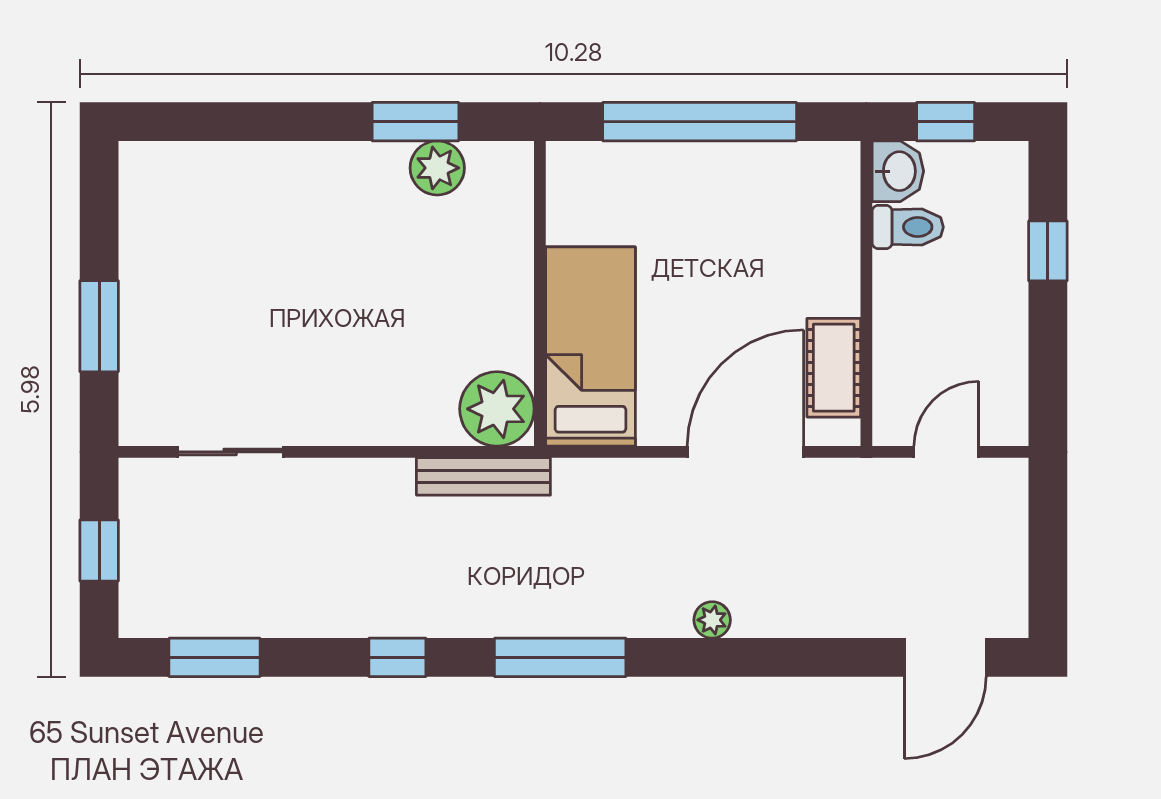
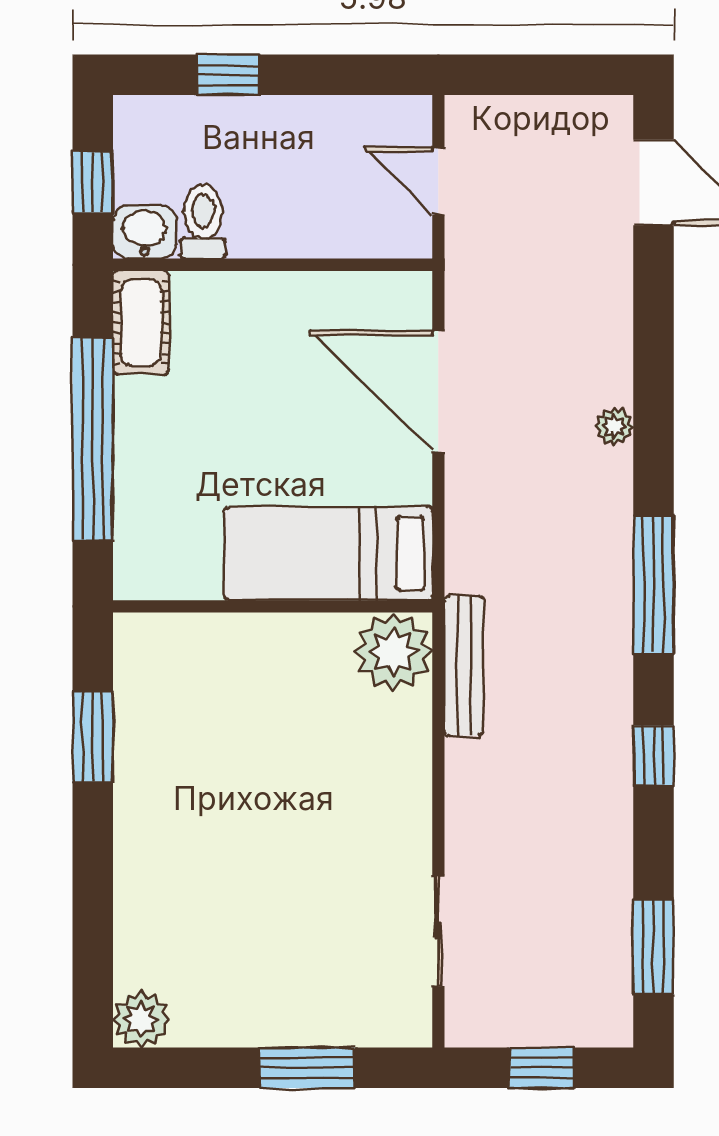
plant: (437, 168) -> (141, 1019), moved
cot: (834, 368) -> (141, 323), moved, turned 90

